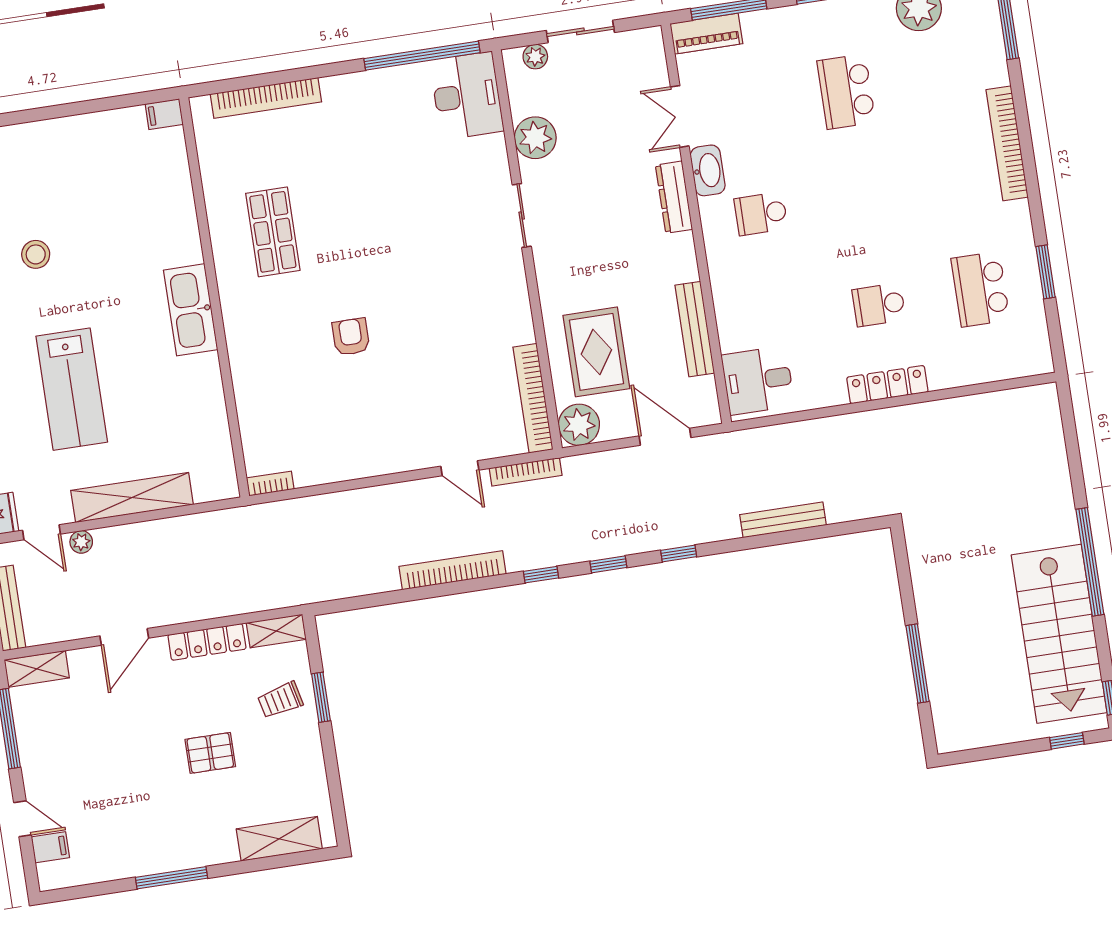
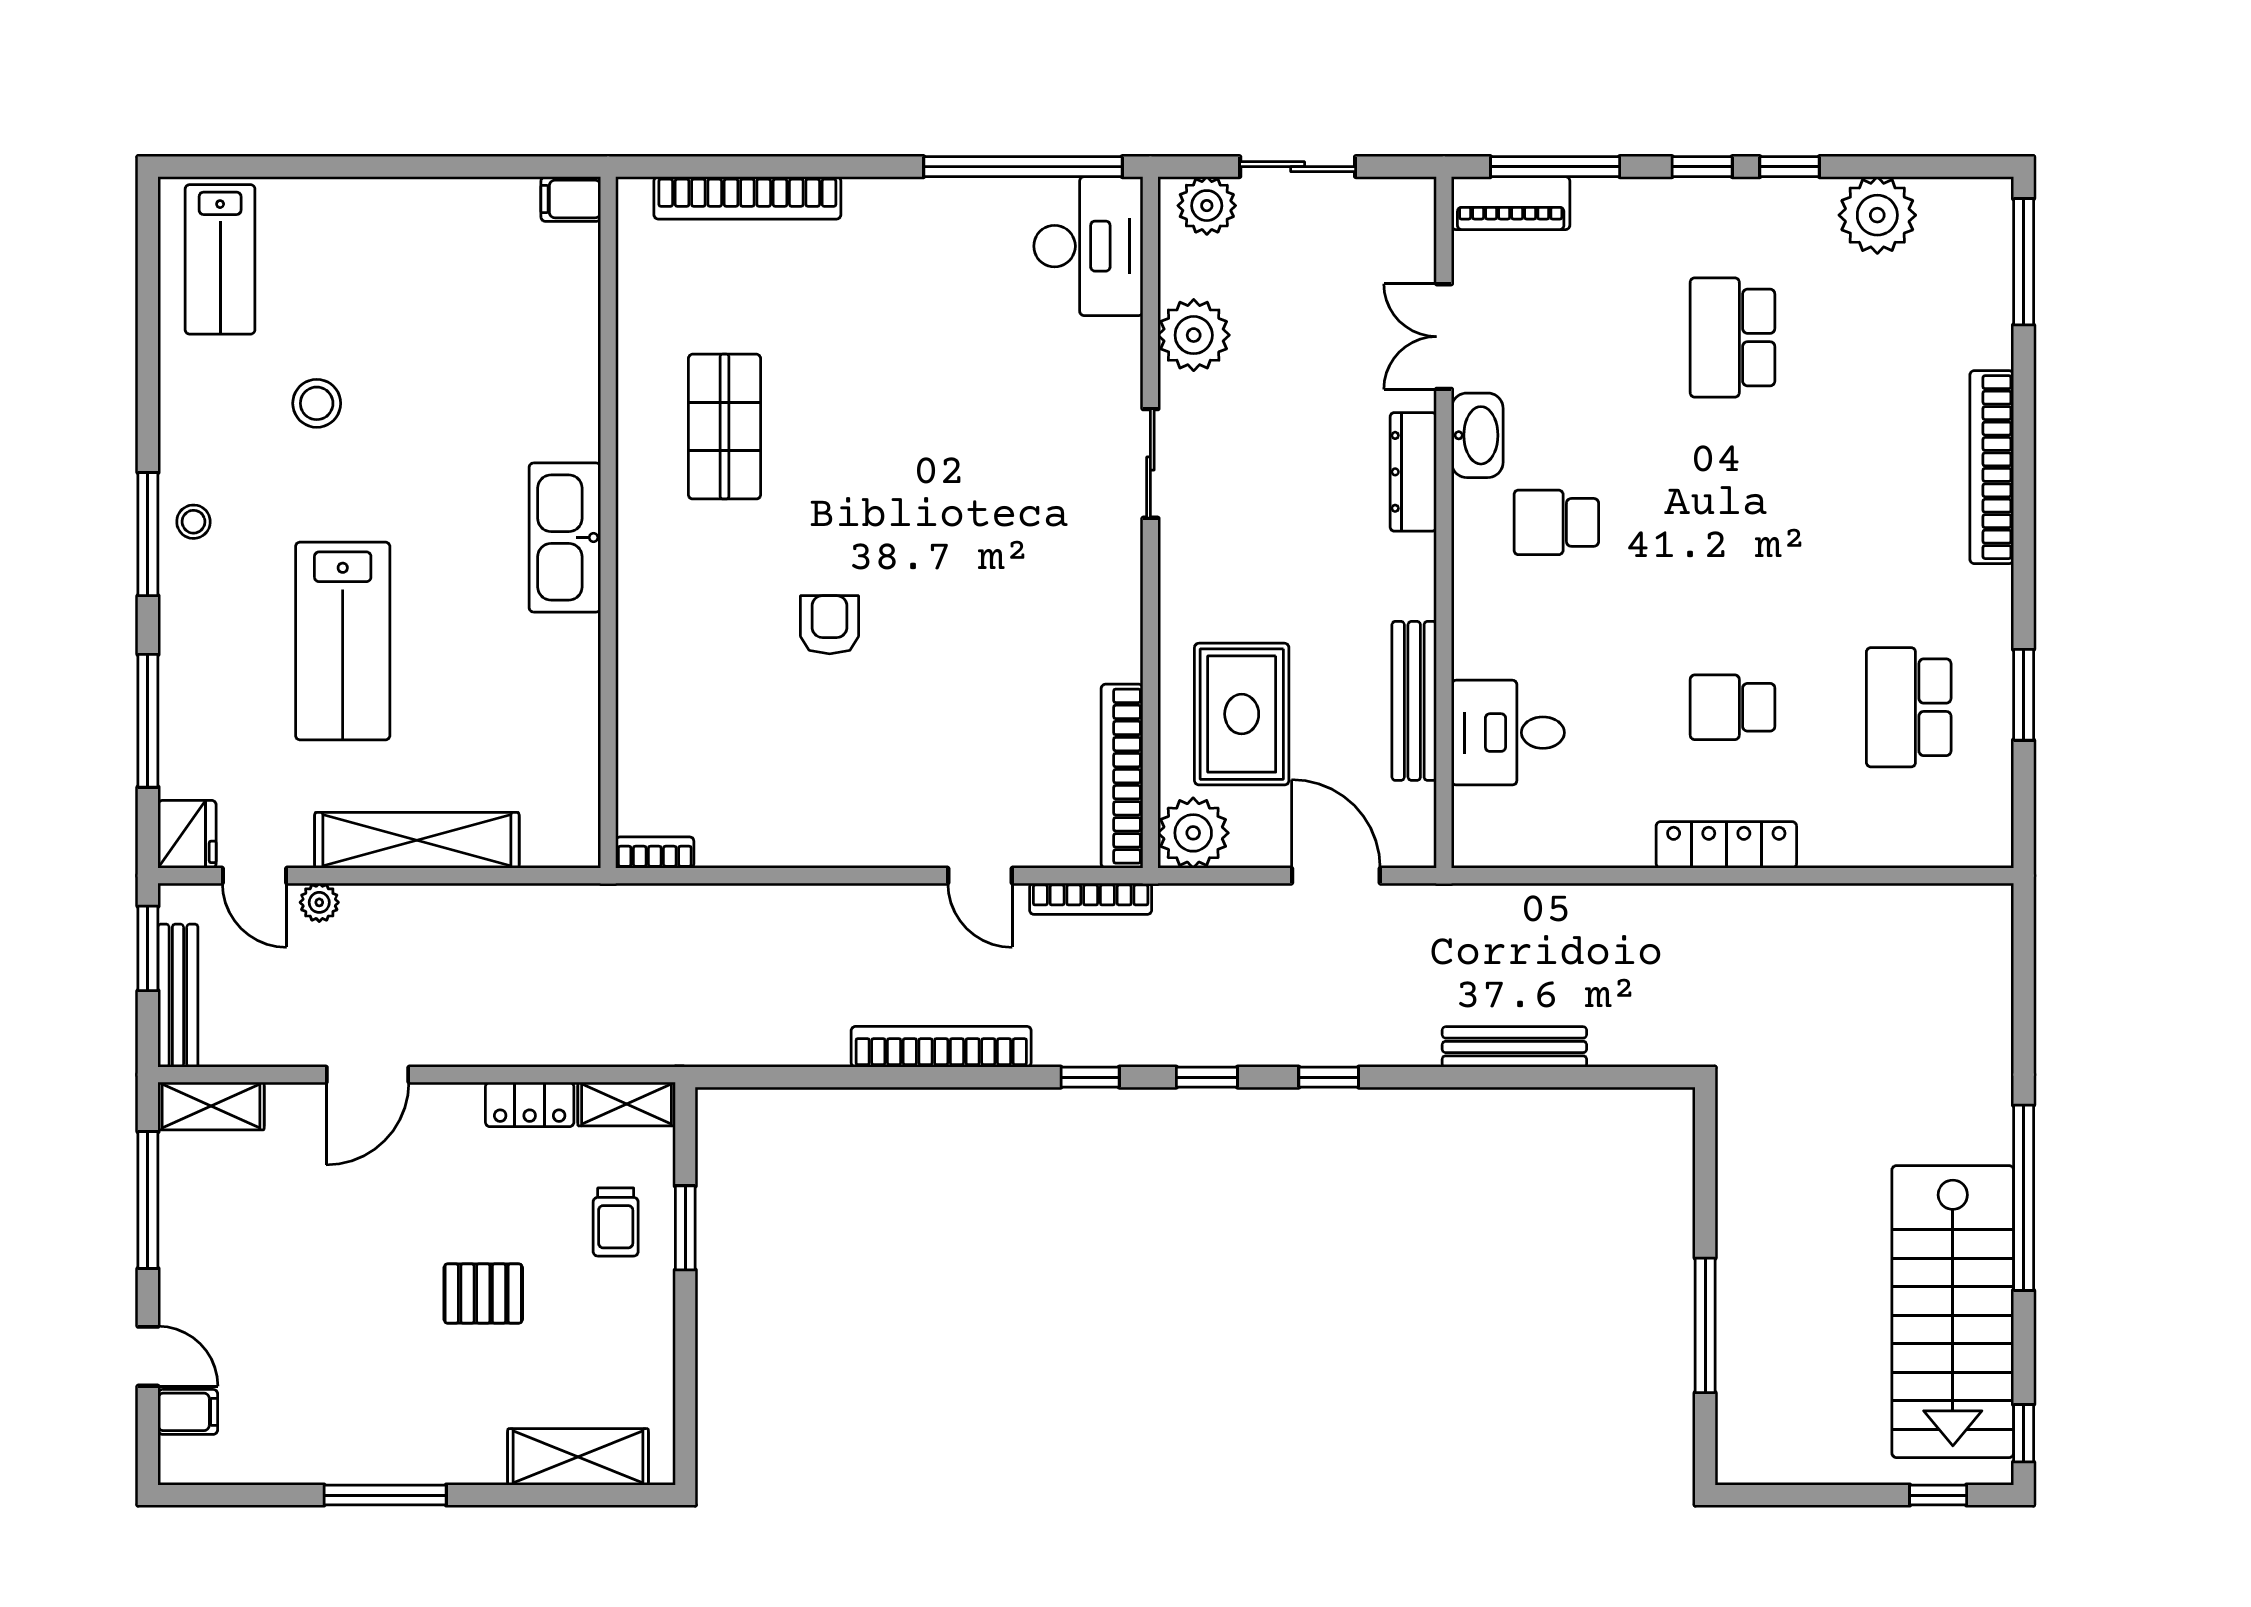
plant: (535, 57) -> (1207, 206), width x1.38, depth x1.38
desk: (758, 380) -> (1508, 733), moved
locker: (207, 642) -> (530, 1104), width x0.66
trolley: (280, 700) -> (616, 1222), turned -77

